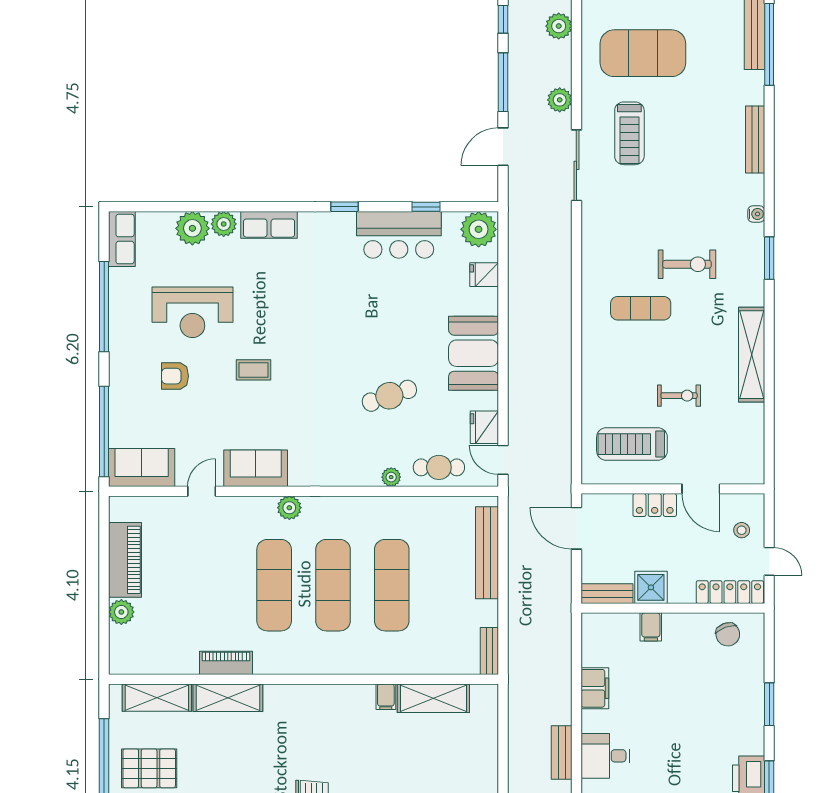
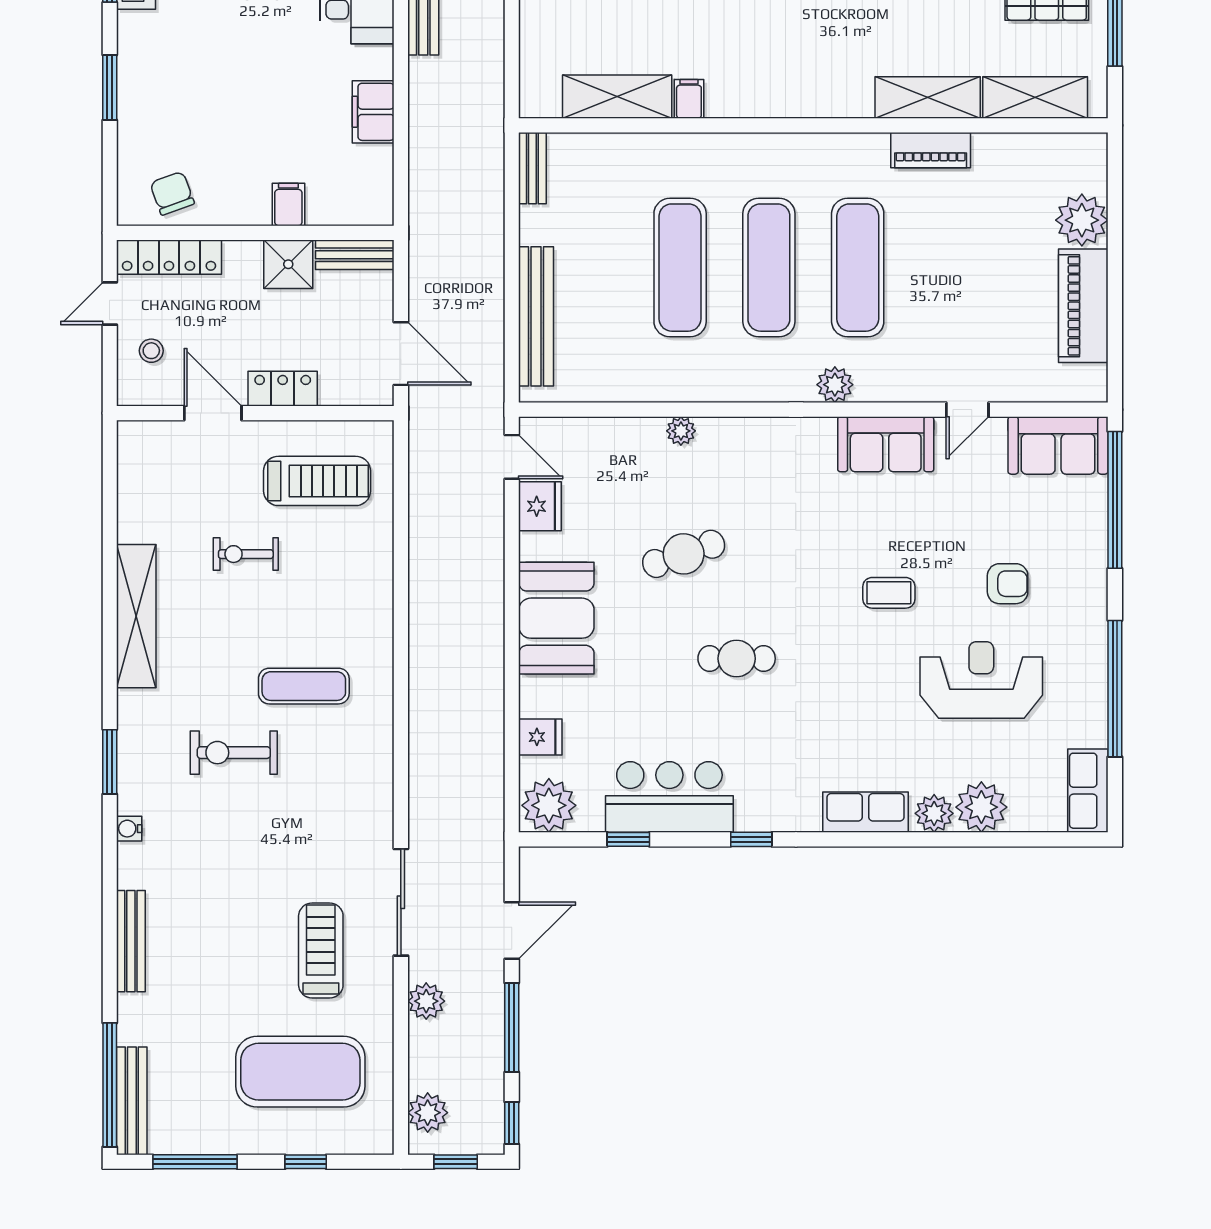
cafe table: (439, 467) -> (737, 659), moved
door: (769, 561) -> (110, 303), hinge flipped
plant: (121, 612) -> (1082, 220), width x1.36, depth x1.36

